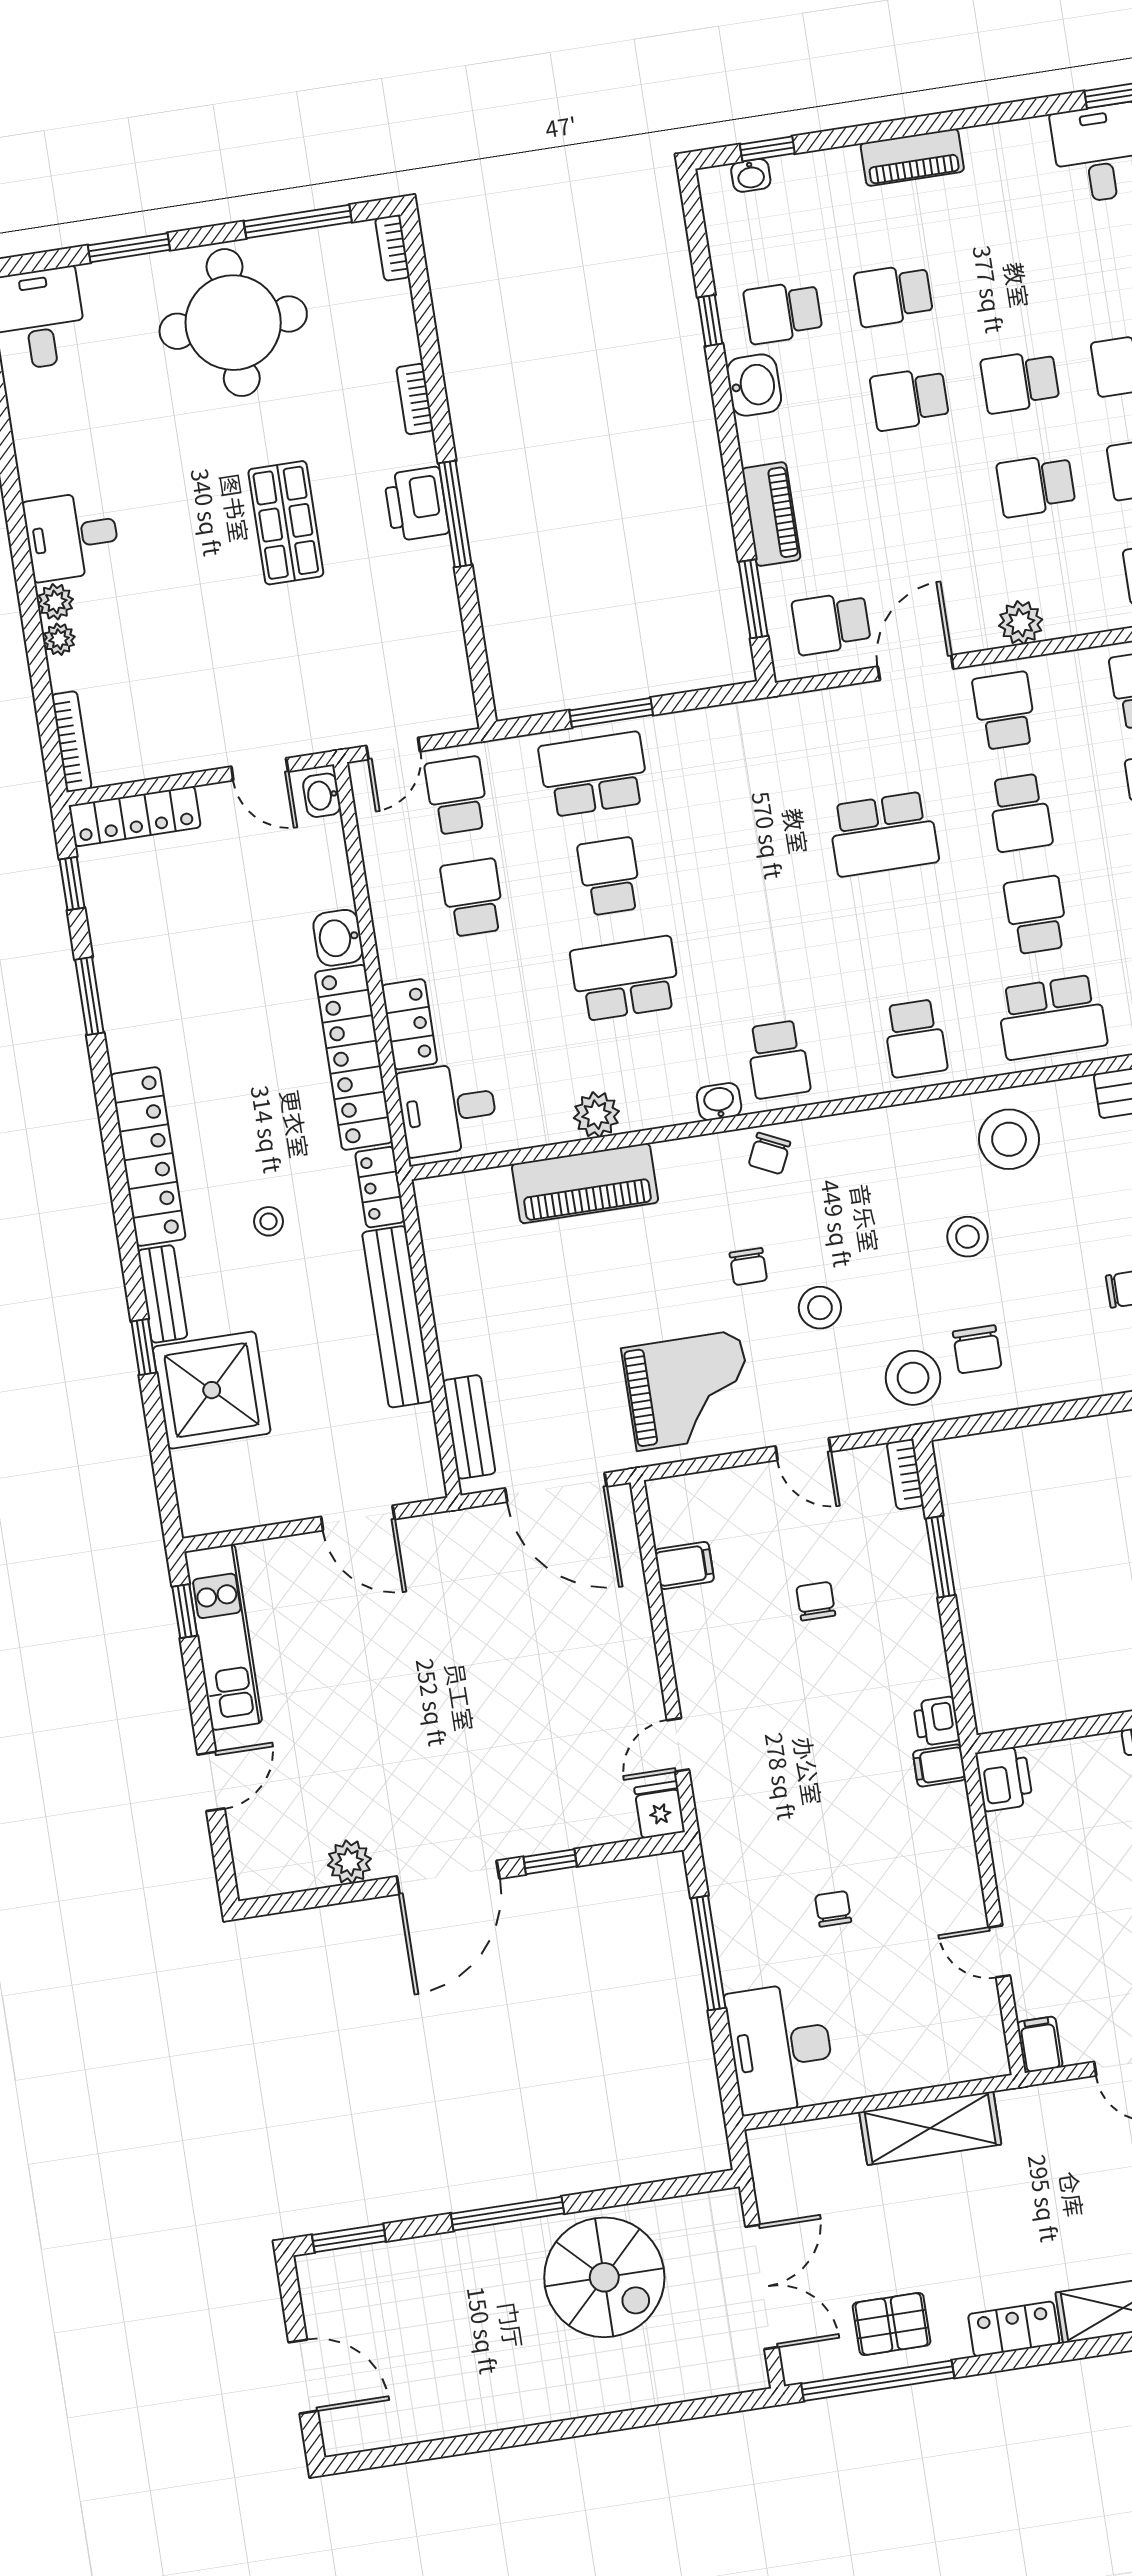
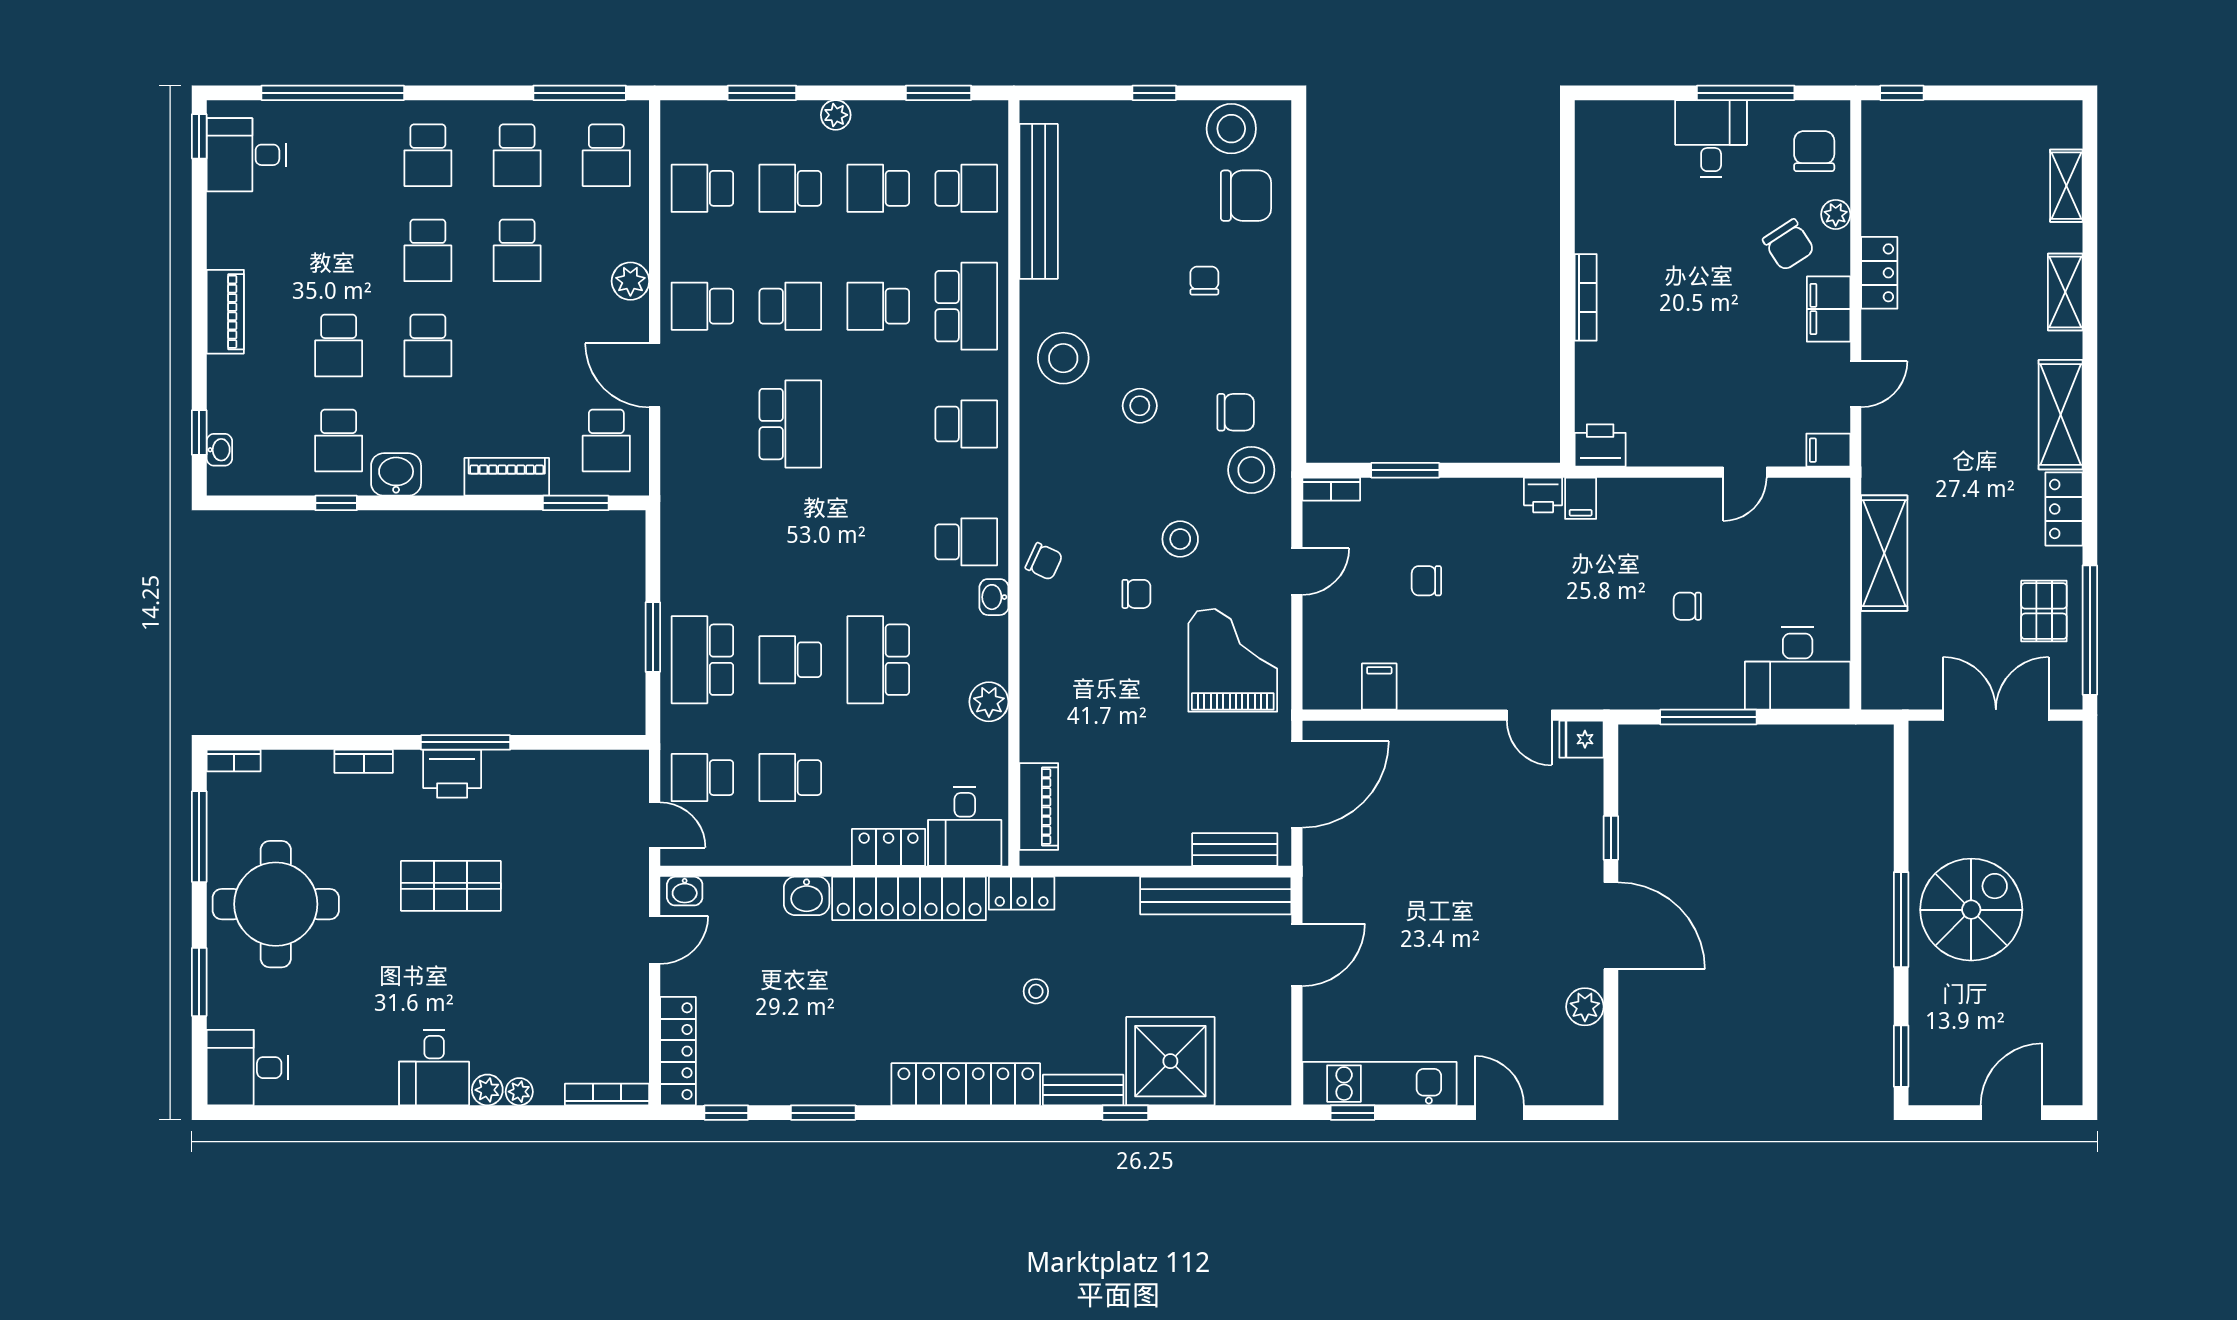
piano: (585, 1183) -> (1039, 807), moved, width x0.73, depth x0.75
bench: (397, 1317) -> (1216, 896), moved
spiral stairs: (604, 2277) -> (1971, 910), moved

